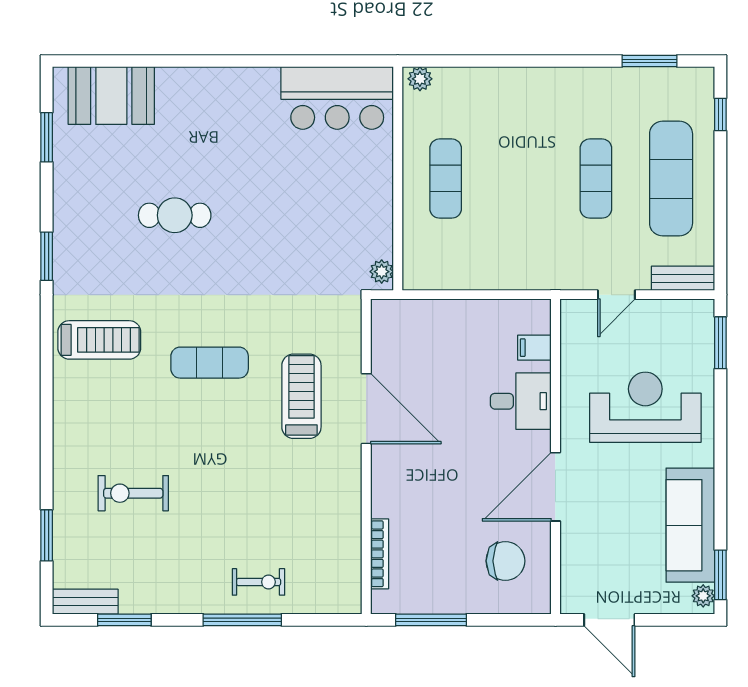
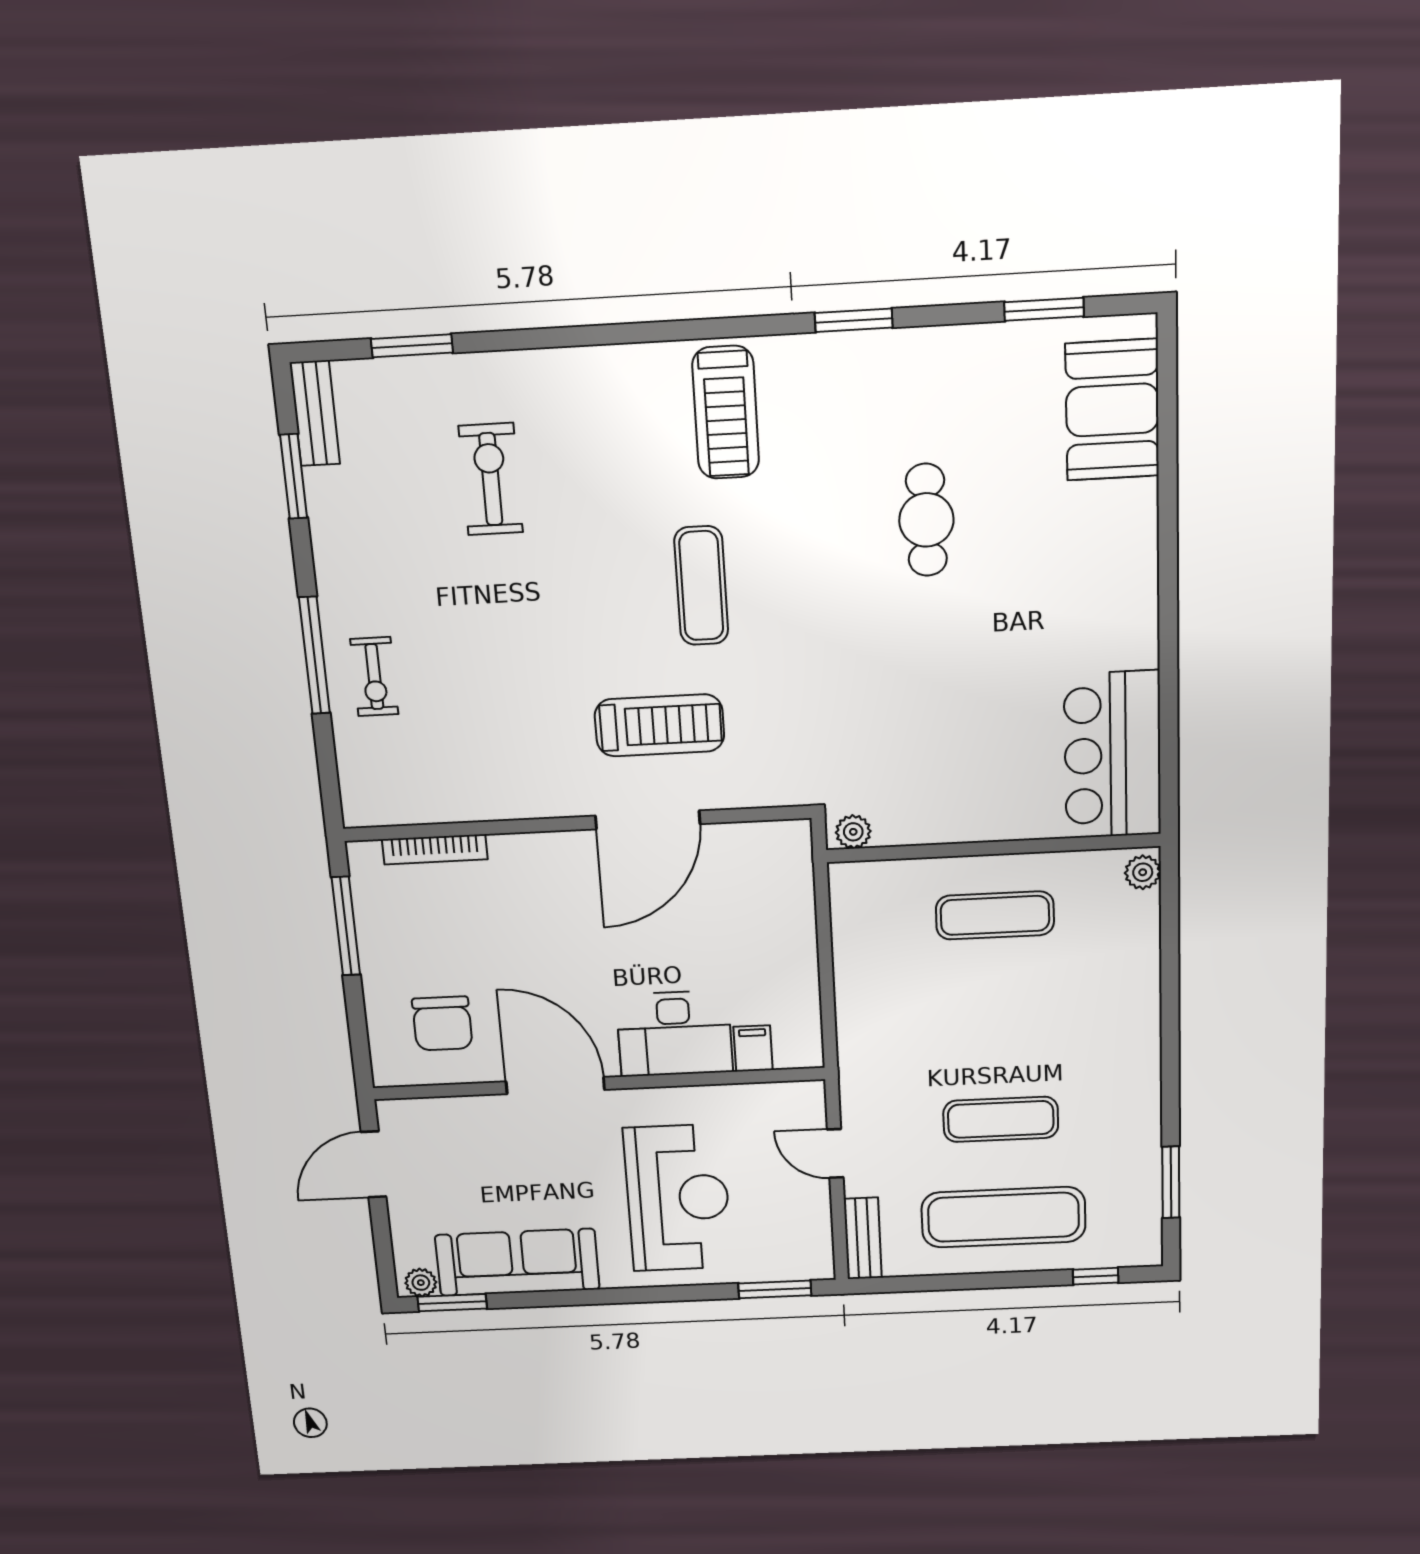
desk: (521, 401) -> (674, 1034), width x1.37

